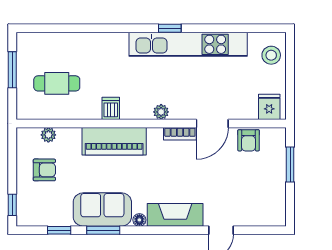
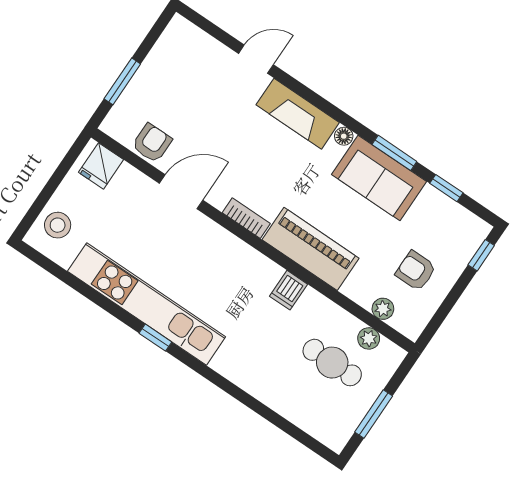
plant: (161, 112) -> (369, 338), moved
bookcase: (180, 134) -> (246, 218), moved

